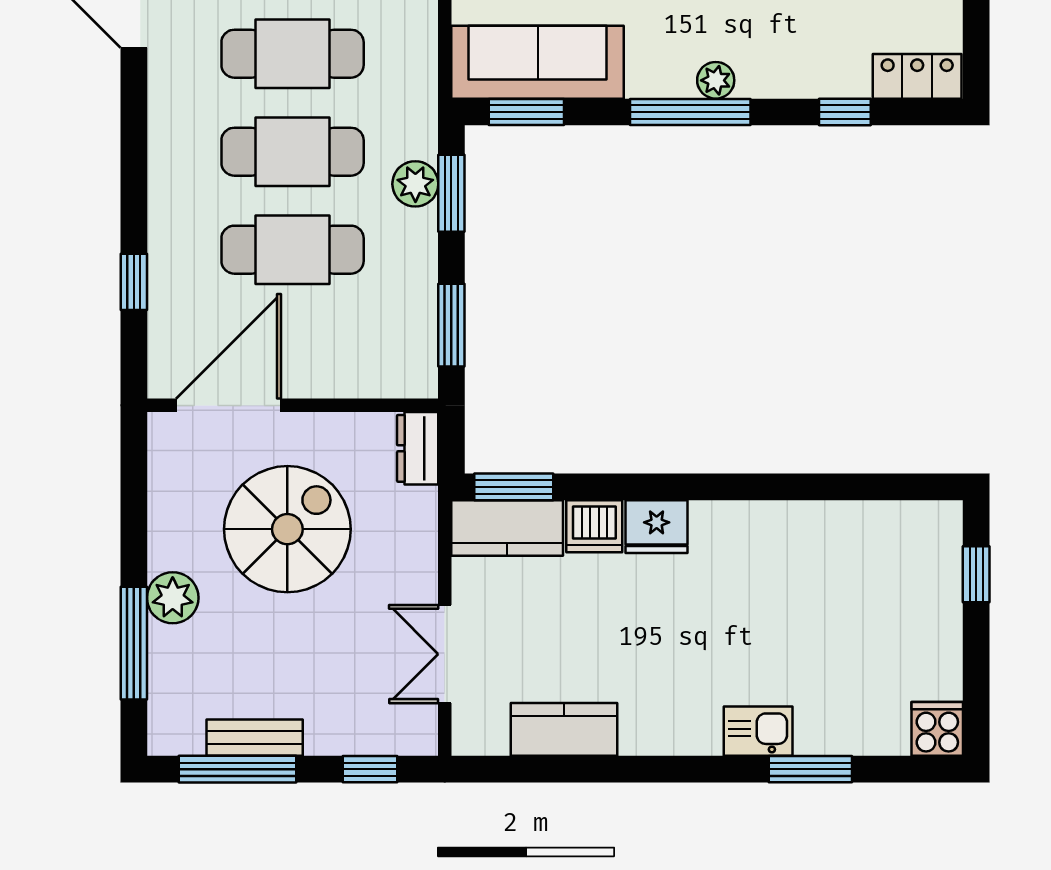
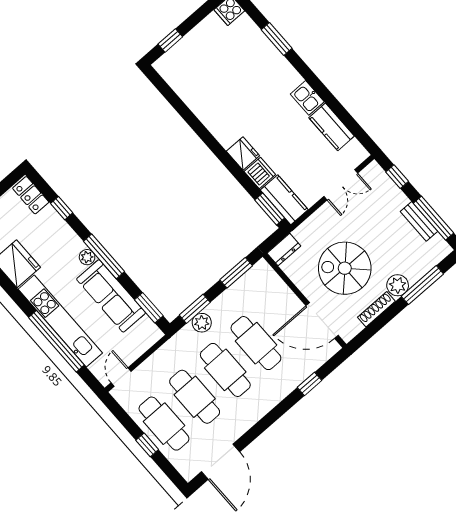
sofa: (538, 62) -> (111, 296), moved
shoe rack: (163, 521) -> (376, 309), added
kitchen sink: (758, 731) -> (307, 98), moved

